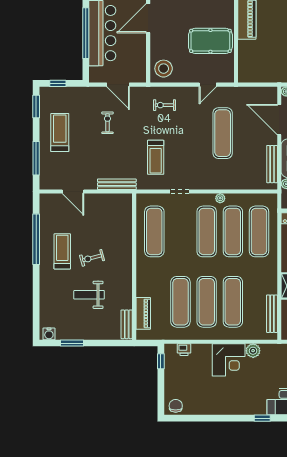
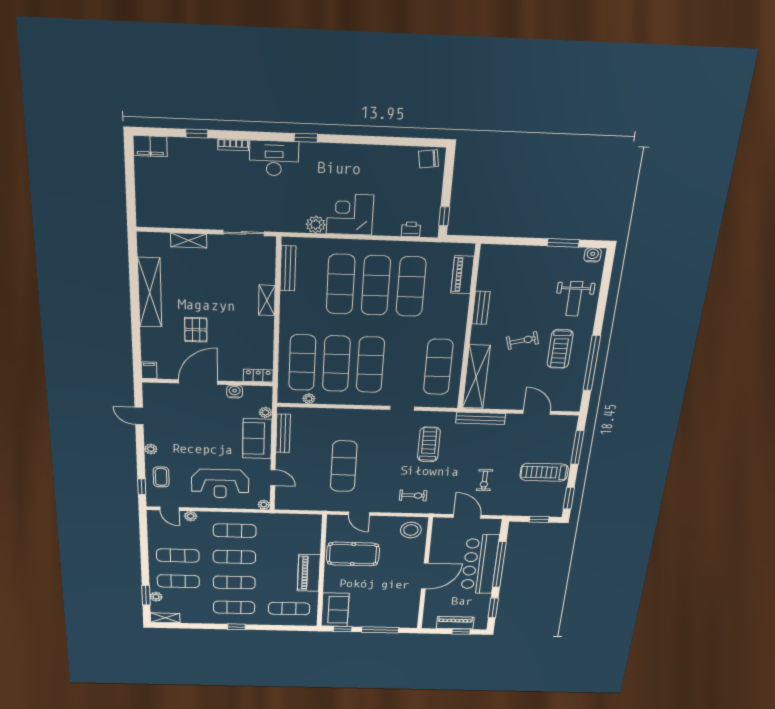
door: (208, 85) -> (359, 514), swing flipped
door: (279, 120) -> (273, 478), width x0.53
treadmill: (60, 133) -> (544, 472), turned 90
plant: (220, 198) -> (309, 399), moved
shelving: (124, 223) -> (476, 377), added
weight bench: (89, 295) -> (574, 299), moved, turned 90
bench: (127, 324) -> (481, 308), moved
chair: (176, 406) -> (429, 159), turned 82

